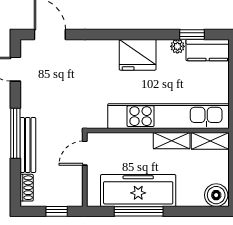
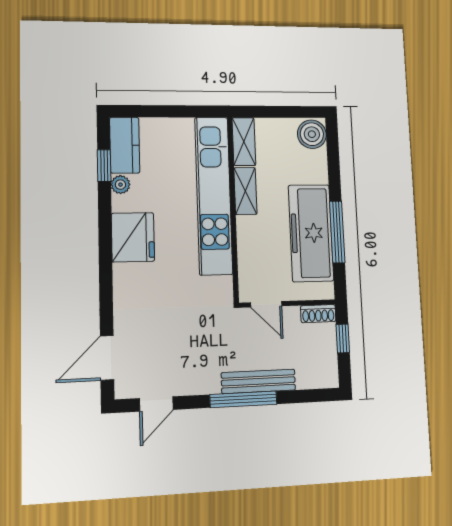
shoe rack: (27, 188) -> (318, 314), moved, turned 180

